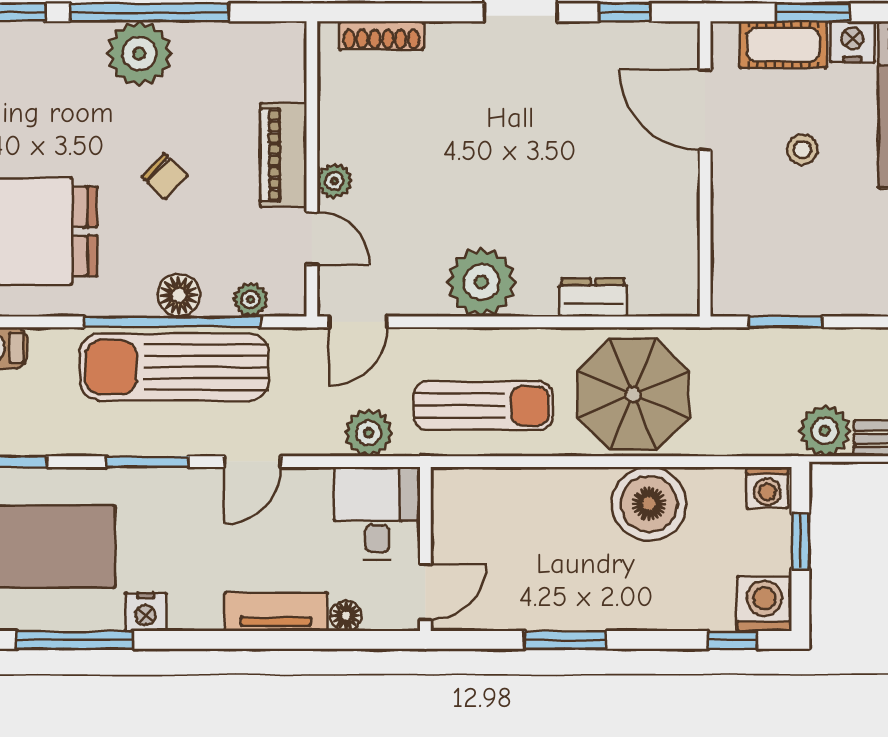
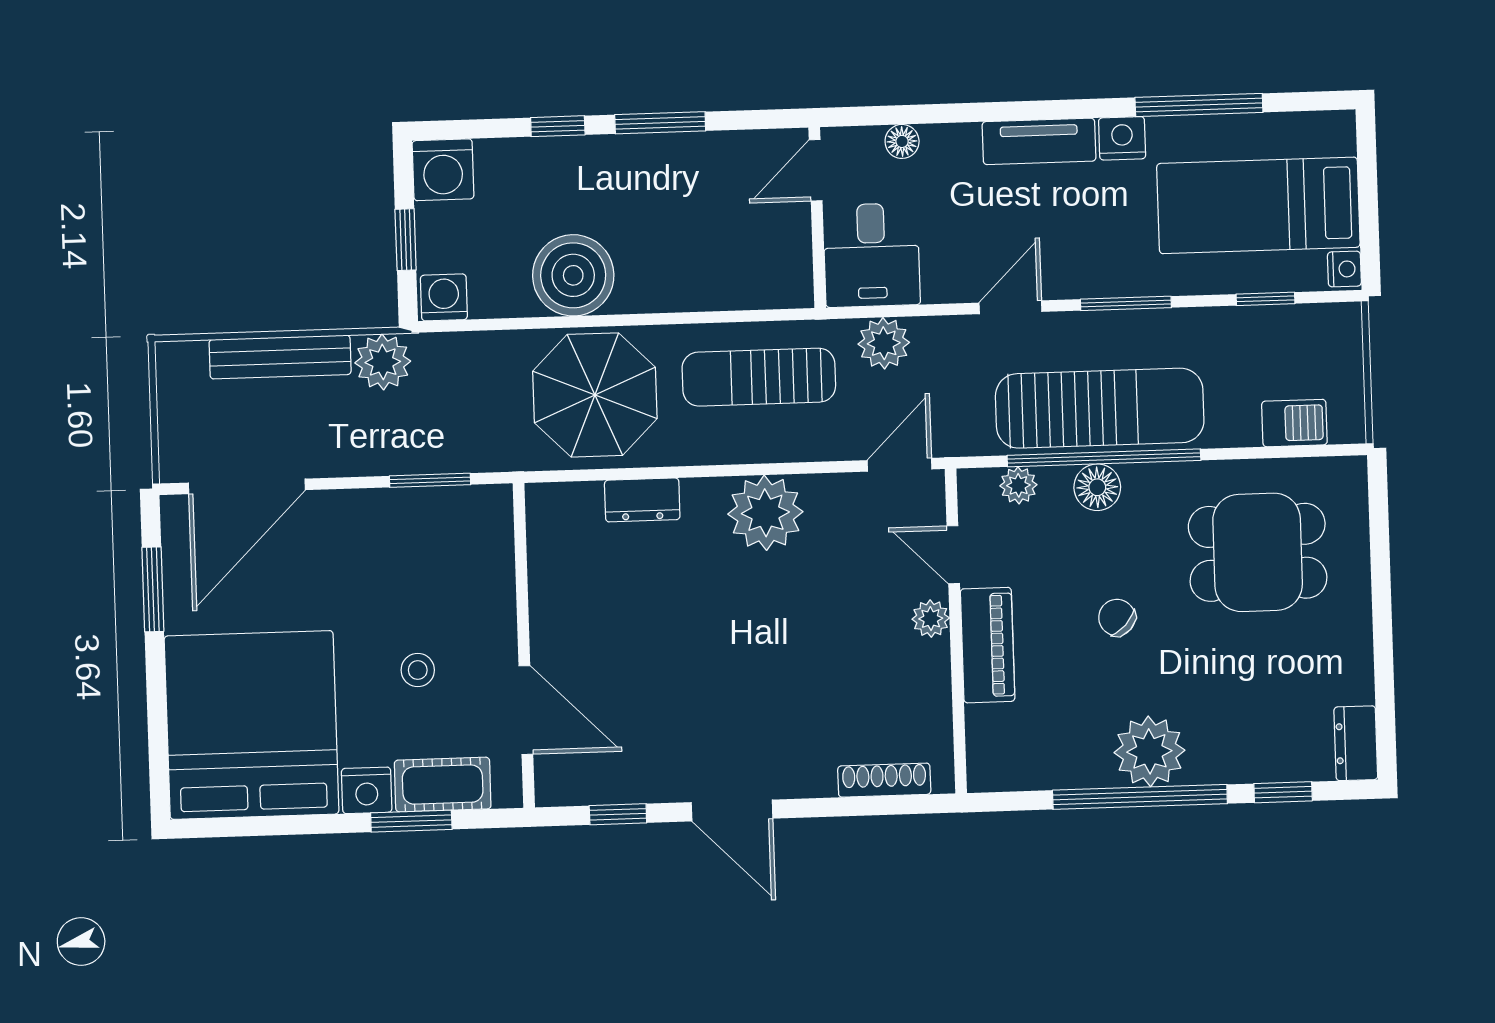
tv unit: (276, 612) -> (1039, 141), moved
window: (733, 640) -> (558, 126), moved

